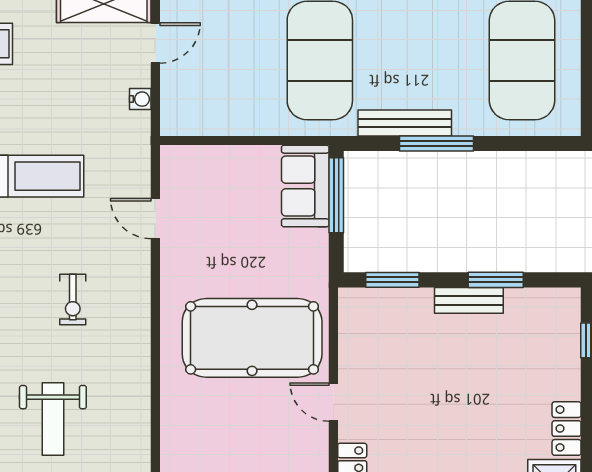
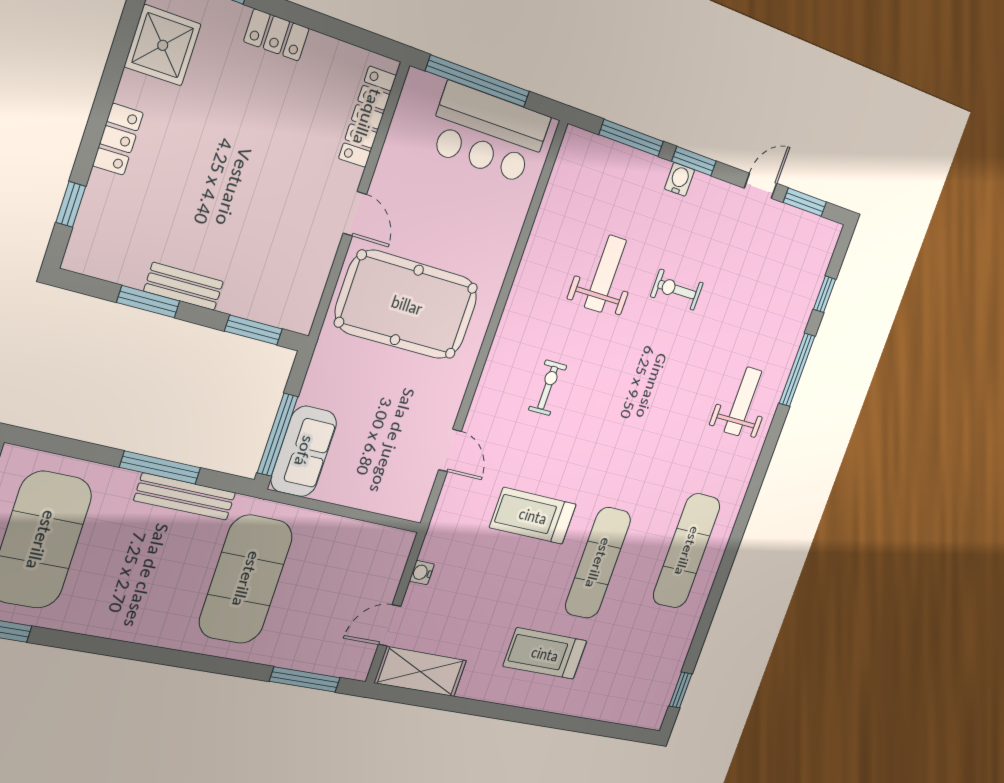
locker: (567, 429) -> (118, 139), moved

